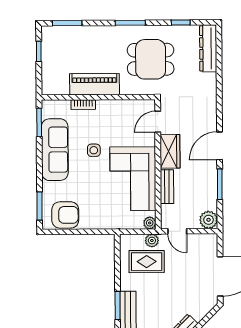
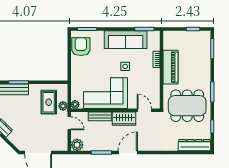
dining table: (151, 59) -> (187, 106), width x1.38
door: (220, 146) -> (128, 153), hinge flipped
armchair: (65, 215) -> (81, 47), turned 180
door: (177, 231) -> (69, 123), swing flipped

